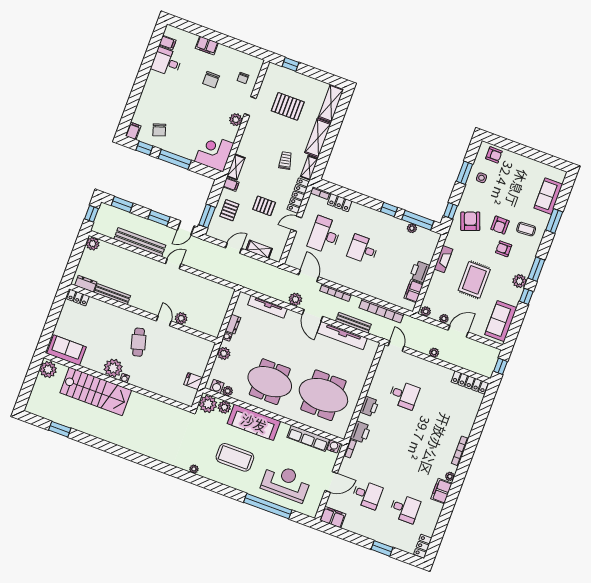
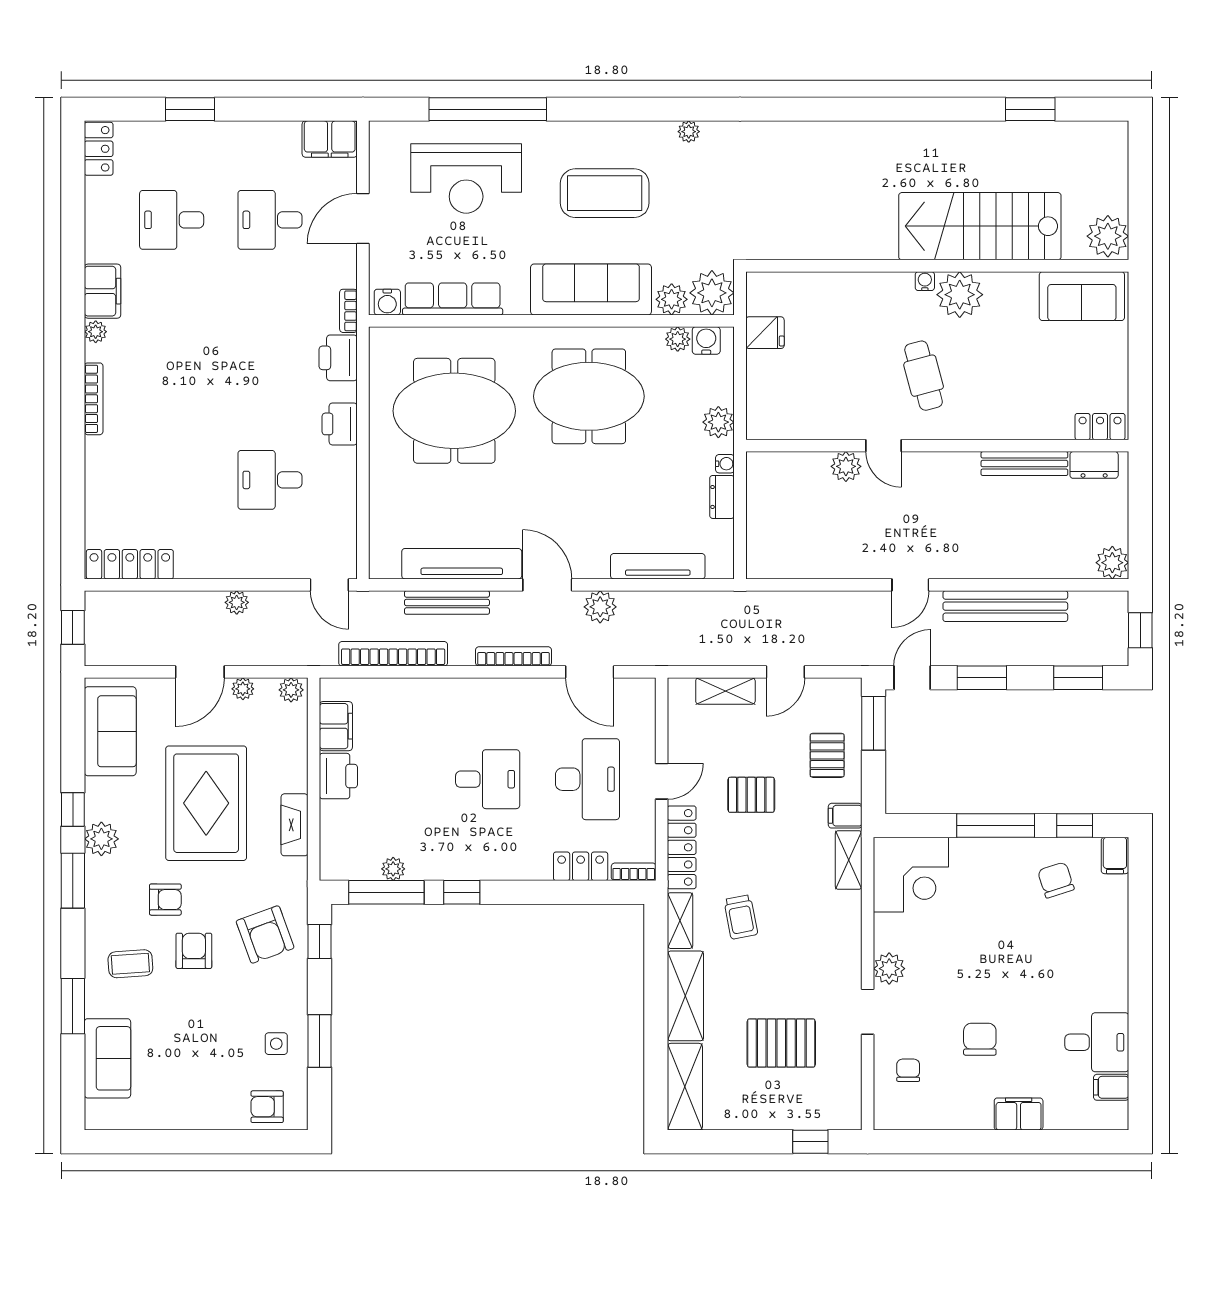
rug: (474, 280) -> (206, 803), width x1.37, depth x1.44

